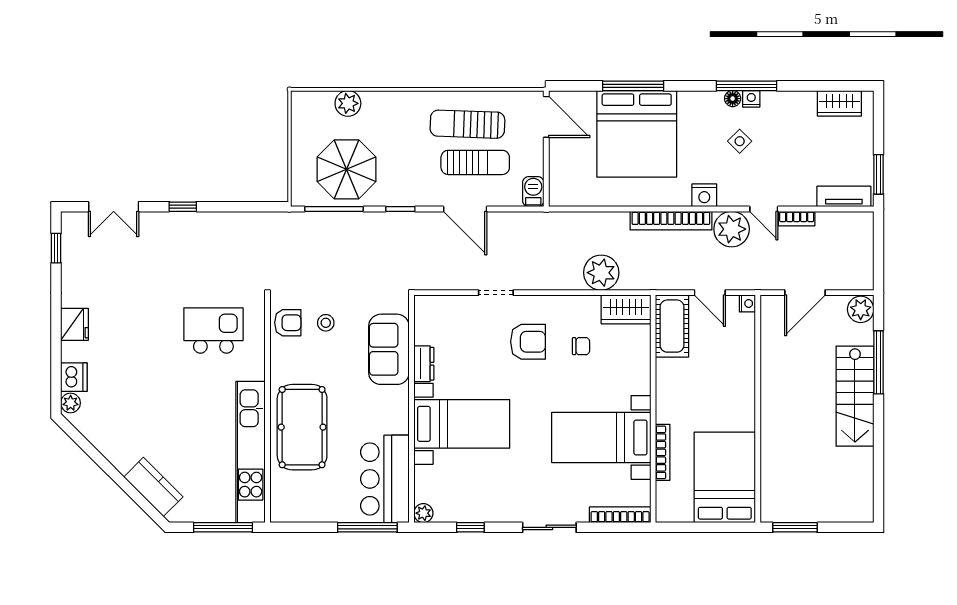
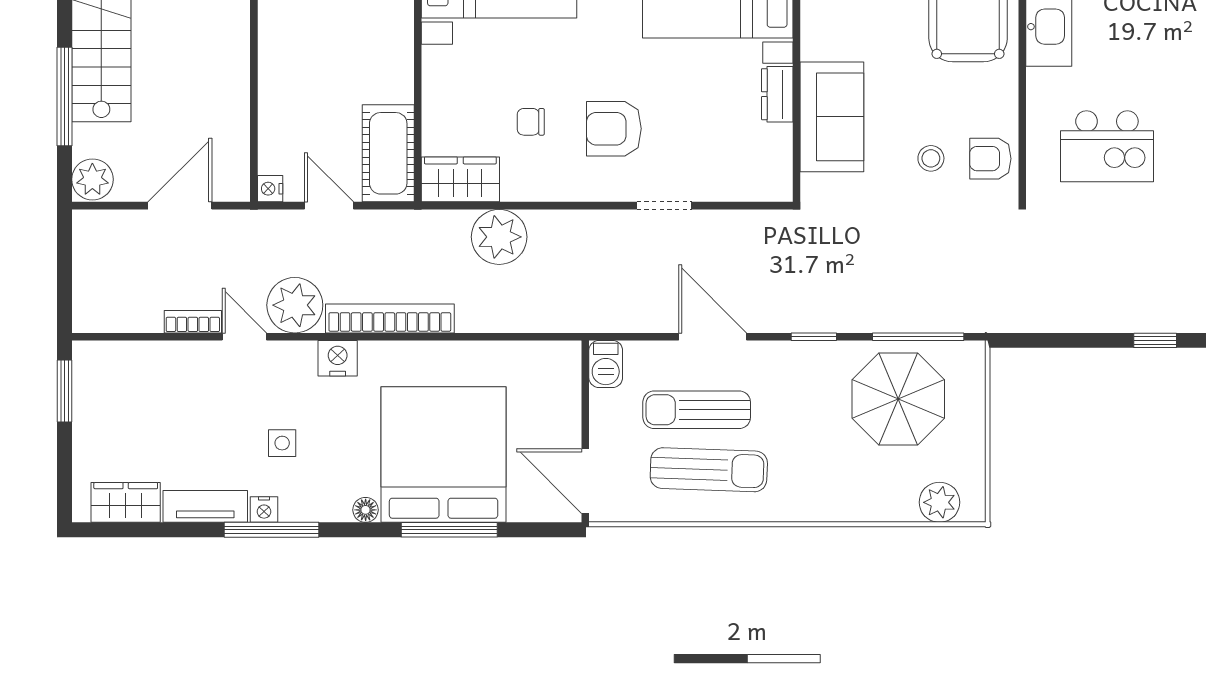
floor lamp: (733, 99) -> (366, 510), moved
plant: (348, 103) -> (939, 502), moved
side table: (740, 141) -> (282, 443), turned 45
tv unit: (844, 196) -> (205, 506), moved, turned 180

